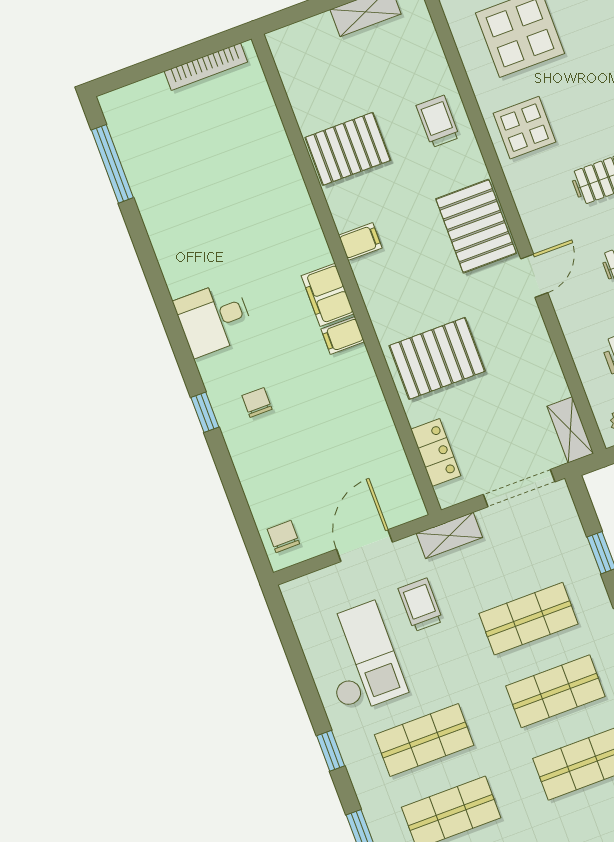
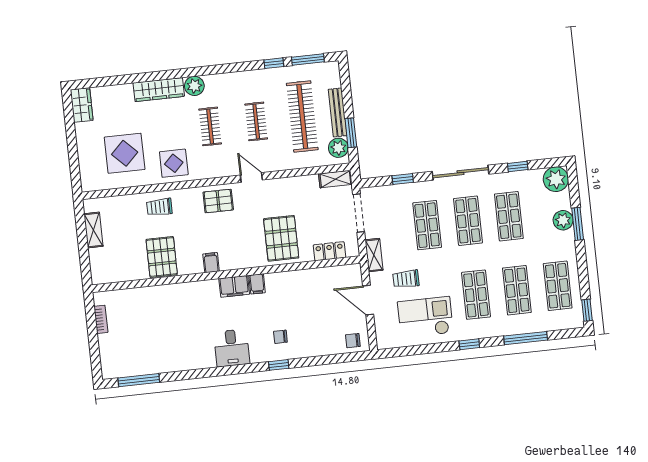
bookcase: (206, 67) -> (101, 319), width x0.64
pallet: (476, 226) -> (218, 201), width x0.67, depth x0.71

